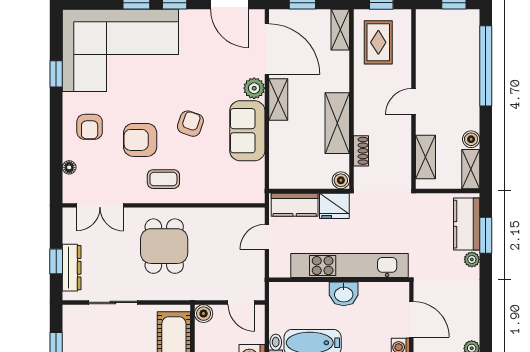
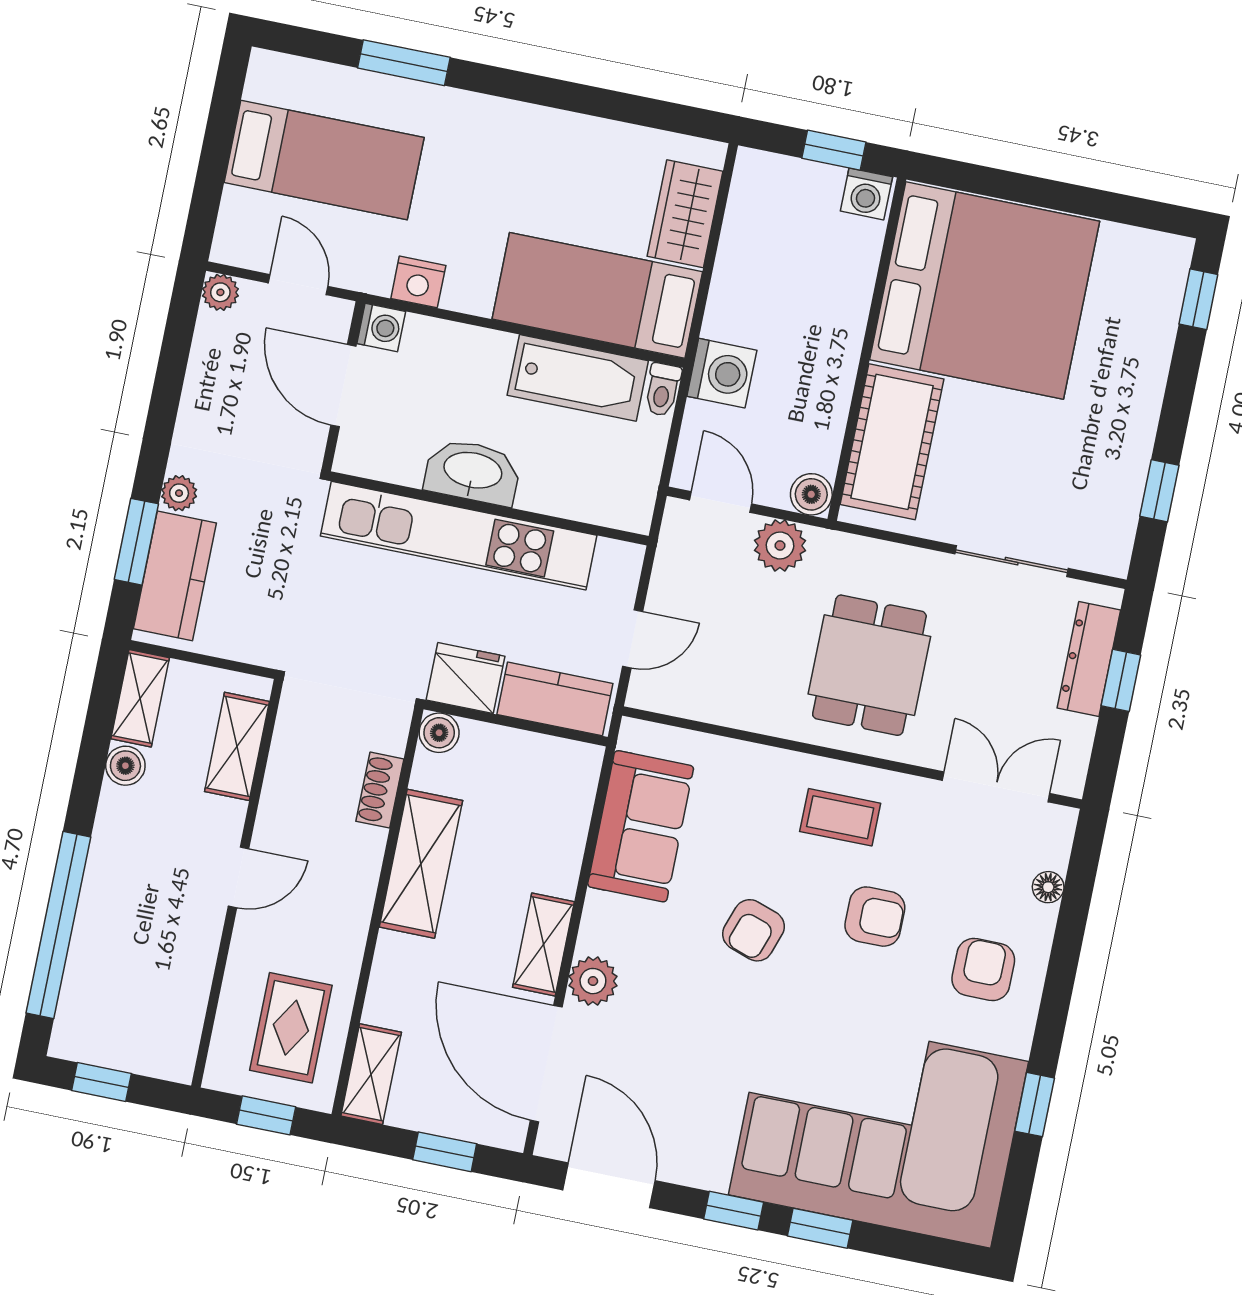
sofa: (247, 131) -> (641, 826), moved
armchair: (140, 140) -> (875, 917), width x0.72, depth x0.72
plant: (212, 289) -> (780, 545), added
washbasin: (344, 294) -> (473, 472), width x1.38

